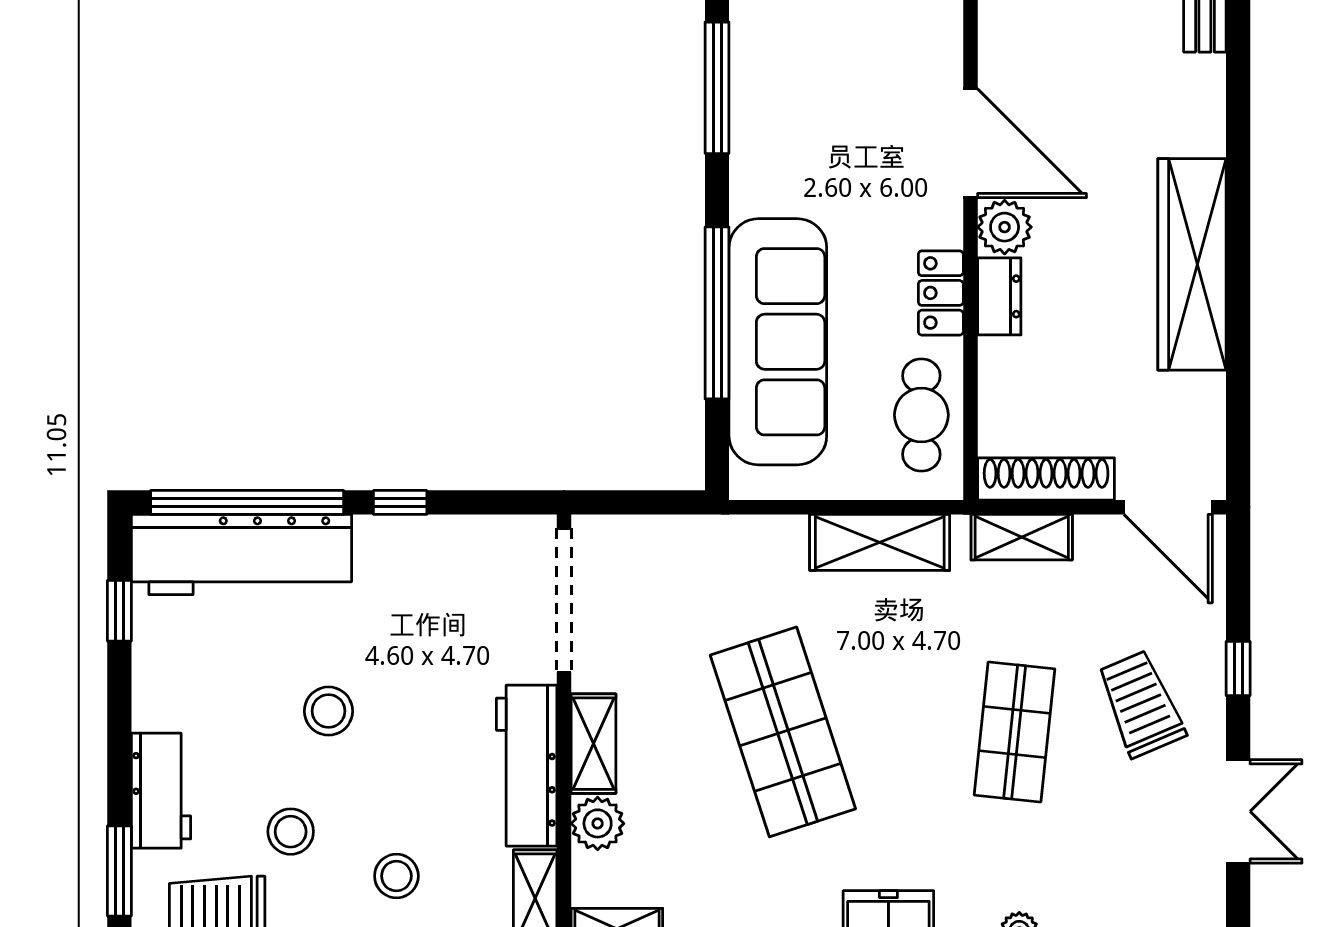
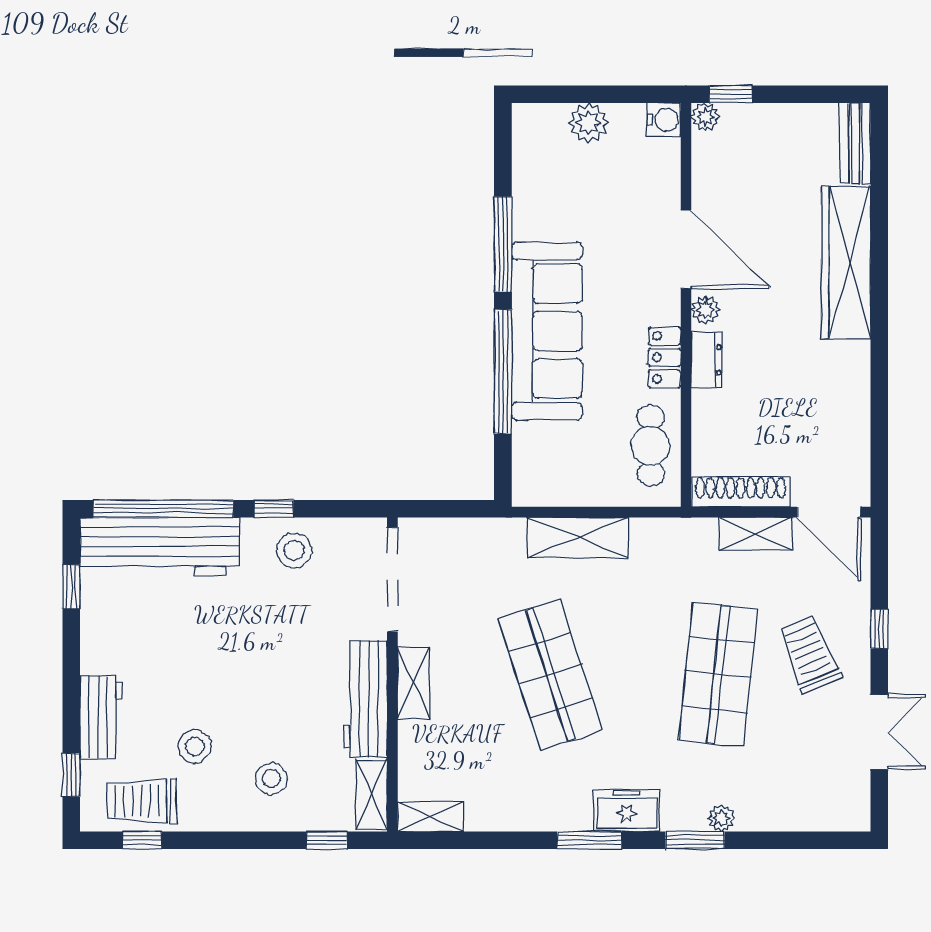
window: (717, 88) -> (503, 244), moved
plant: (1005, 227) -> (705, 310), width x0.73, depth x0.73
wardrobe: (1192, 264) -> (846, 262), moved
sofa: (778, 342) -> (547, 331), moved
shelving: (1022, 537) -> (756, 534), moved
shelving: (880, 542) -> (578, 538), moved
stool: (328, 711) -> (294, 550), moved
shop shelf: (1015, 732) -> (718, 674), width x1.43, depth x1.36
plant: (598, 823) -> (417, 741), removed
window: (119, 871) -> (71, 775), width x0.67

